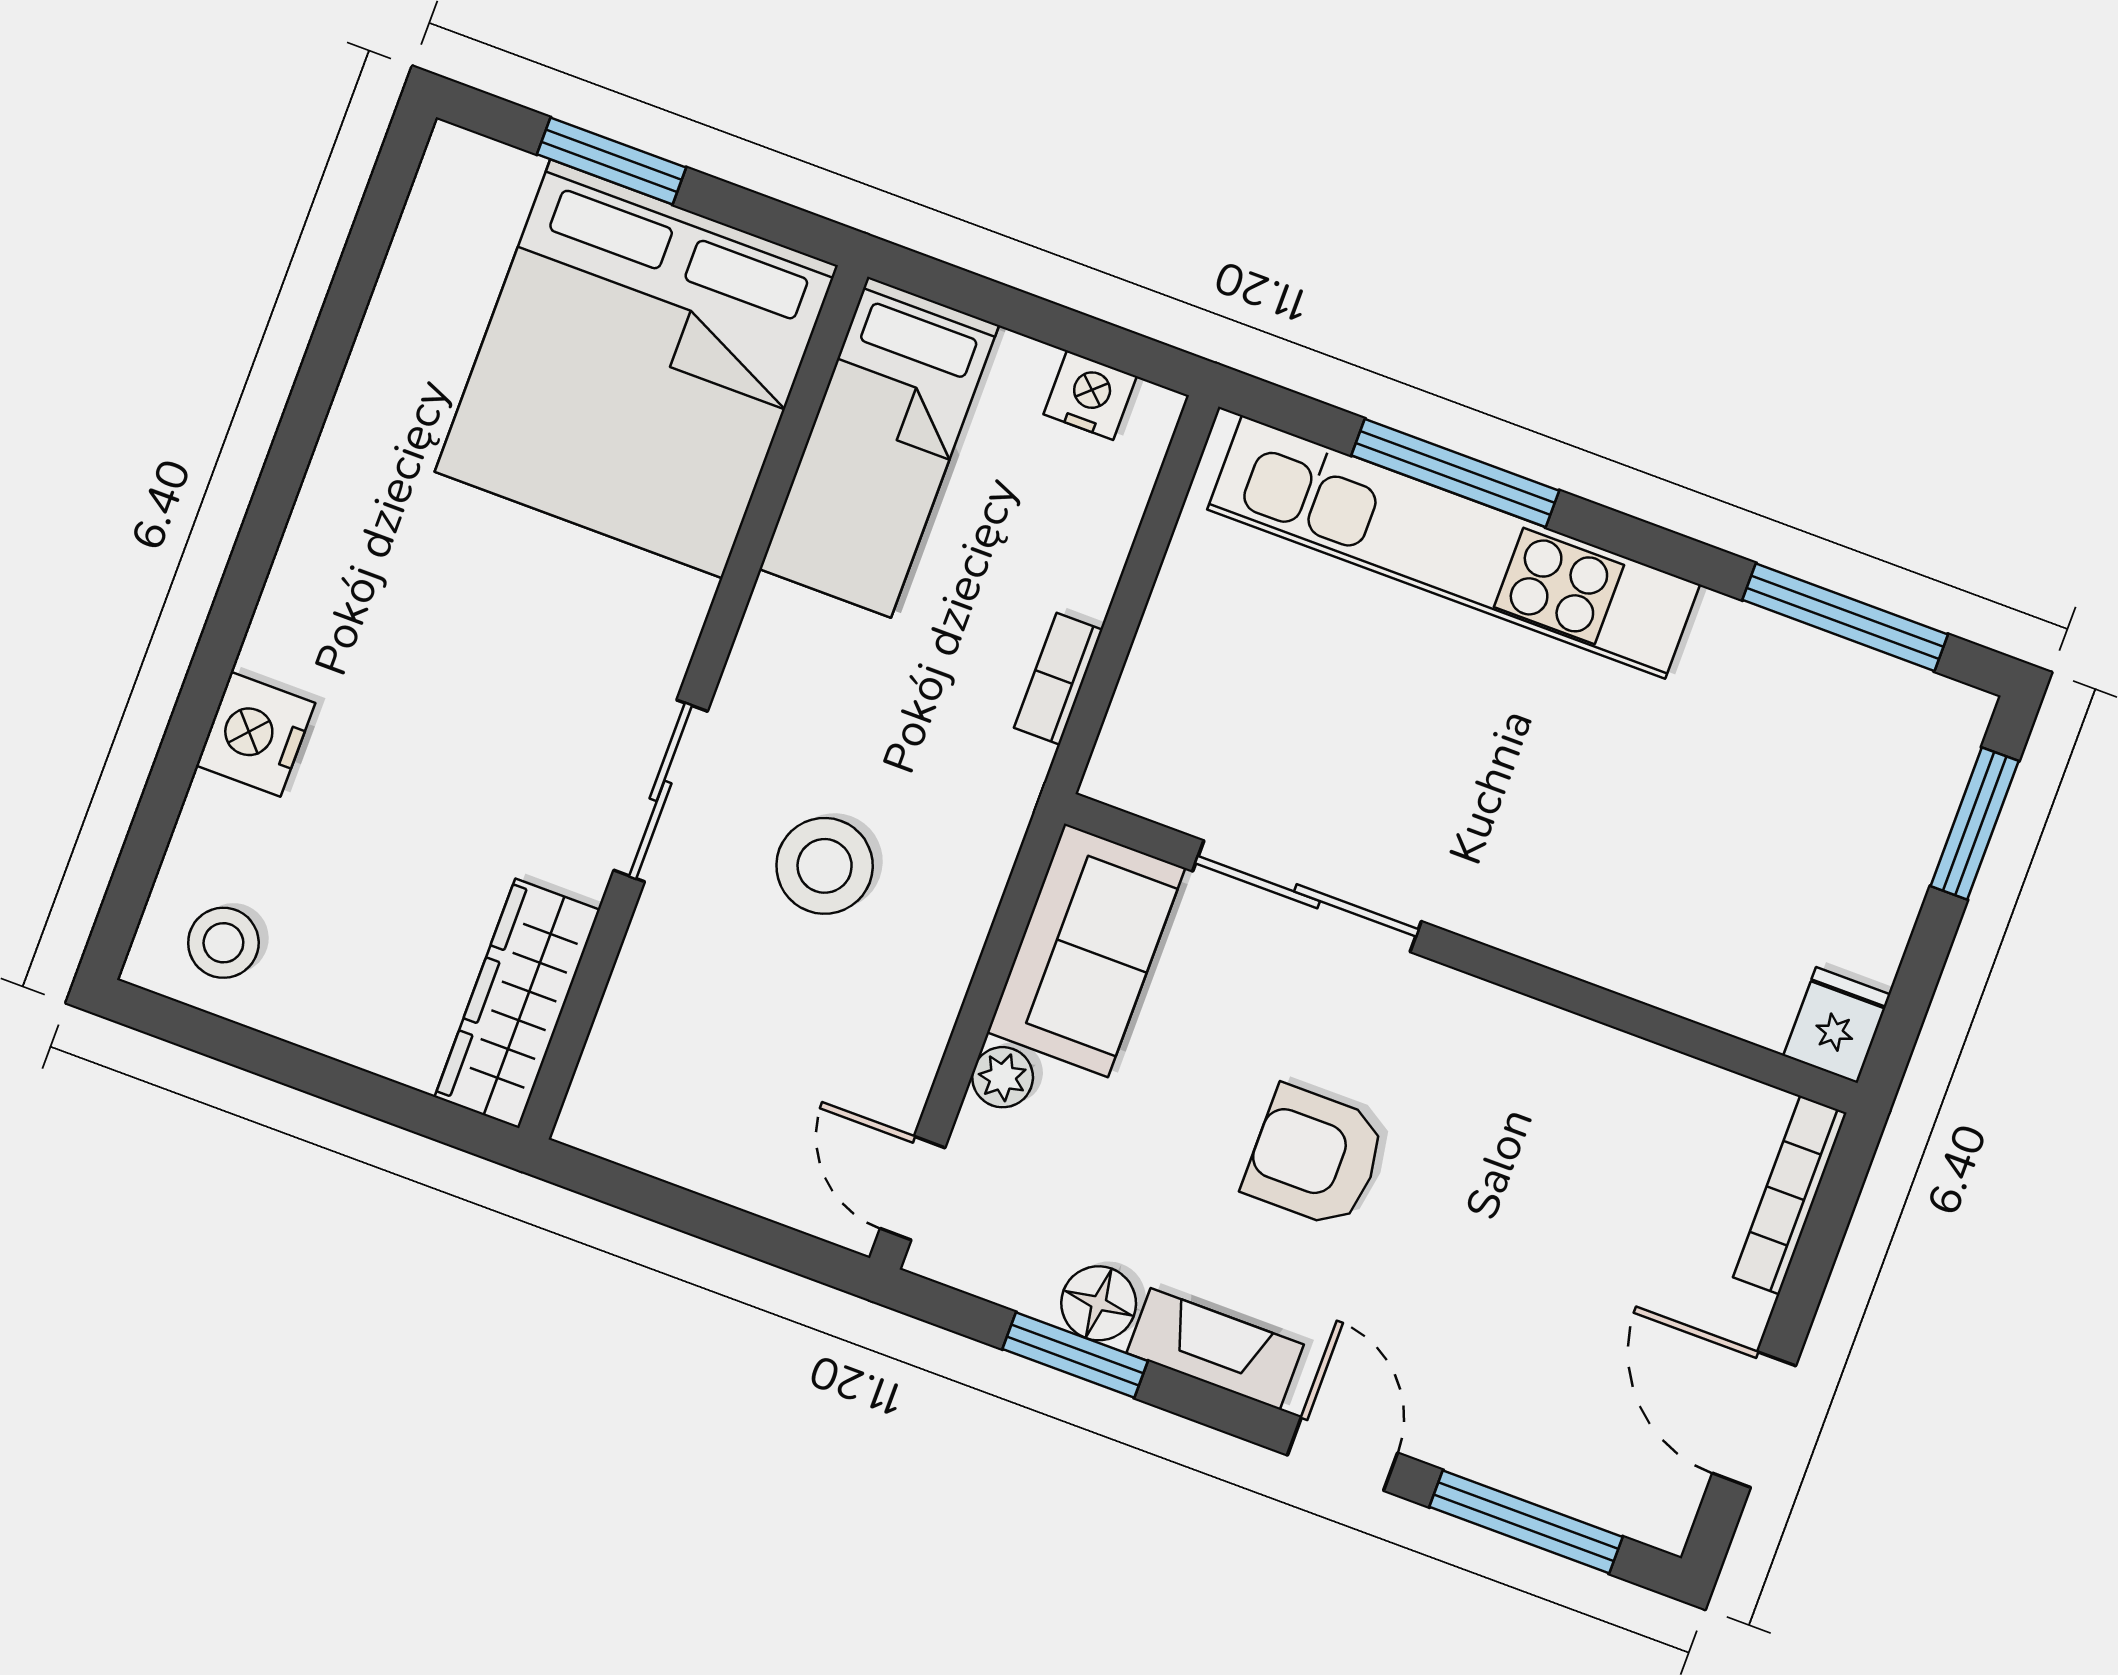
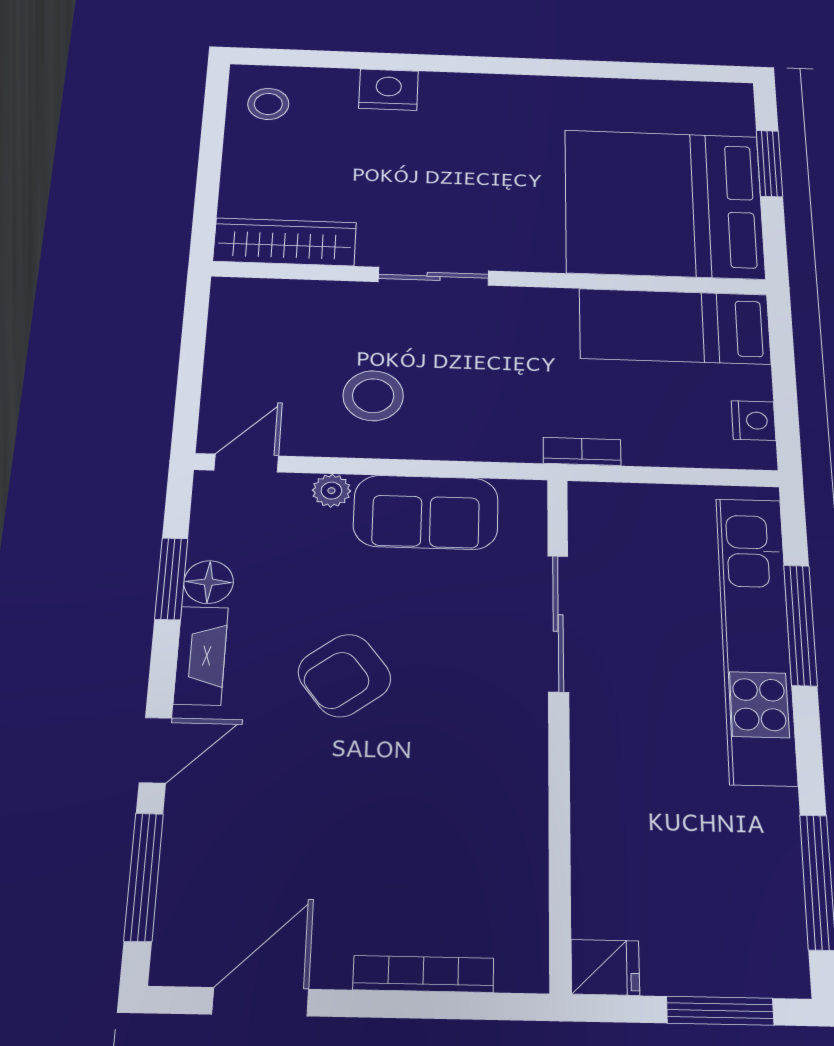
stool: (825, 866) -> (373, 396), moved
sliding door: (1307, 896) -> (558, 623), moved
wall: (1461, 953) -> (559, 721), moved
fridge: (1837, 1025) -> (605, 967), moved
armchair: (1315, 1157) -> (344, 675), turned -127

